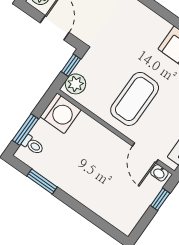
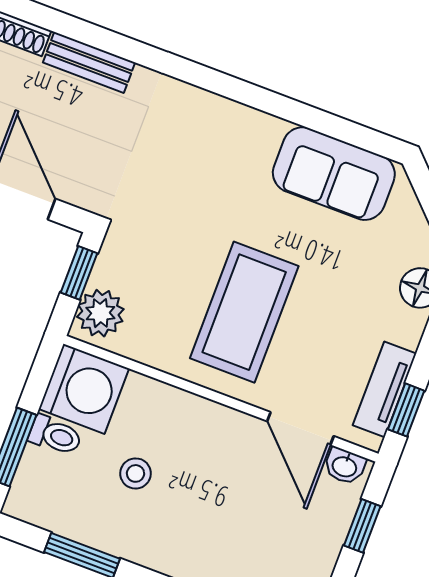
toilet: (33, 145) -> (55, 435), moved
stool: (73, 154) -> (135, 473), added

